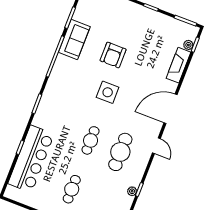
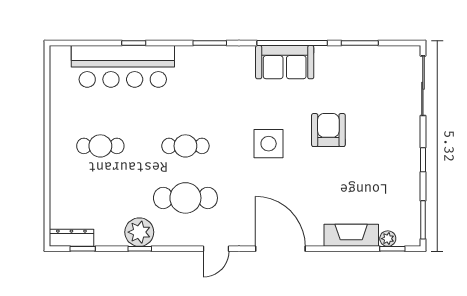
sofa: (74, 40) -> (285, 62), moved
armchair: (113, 55) -> (328, 130), turned 90
plant: (132, 191) -> (139, 232), width x1.88, depth x1.88

